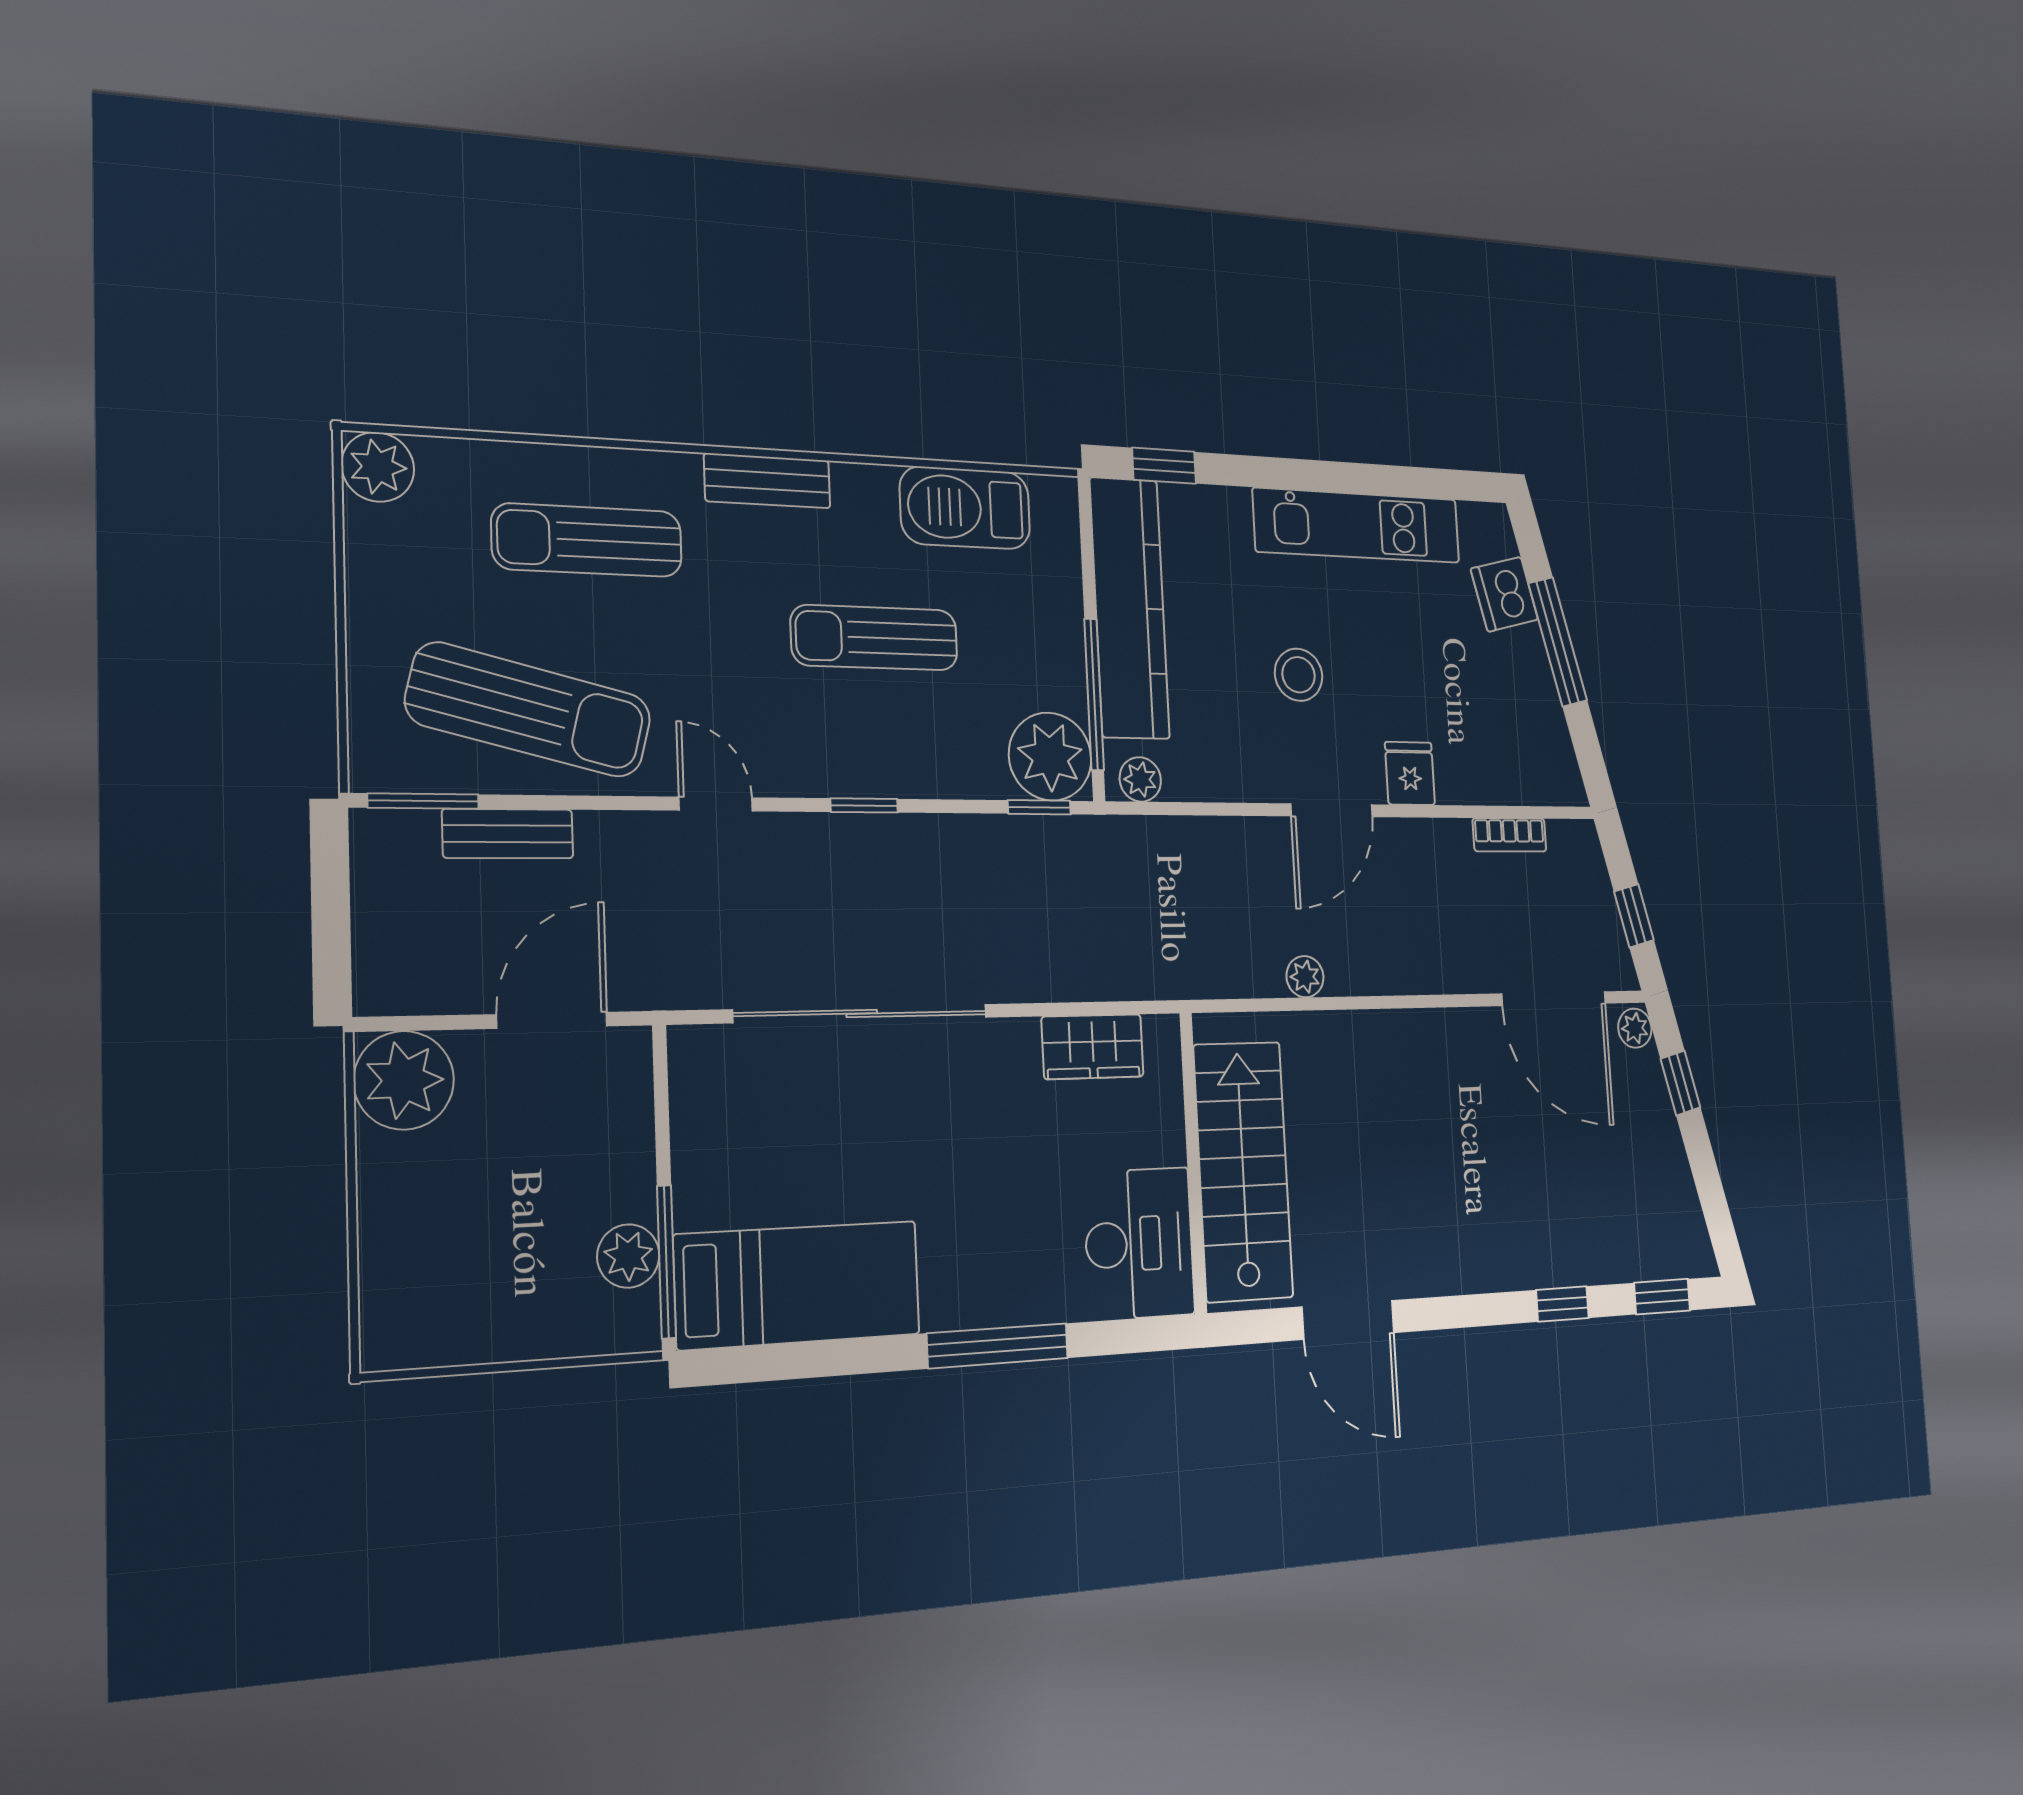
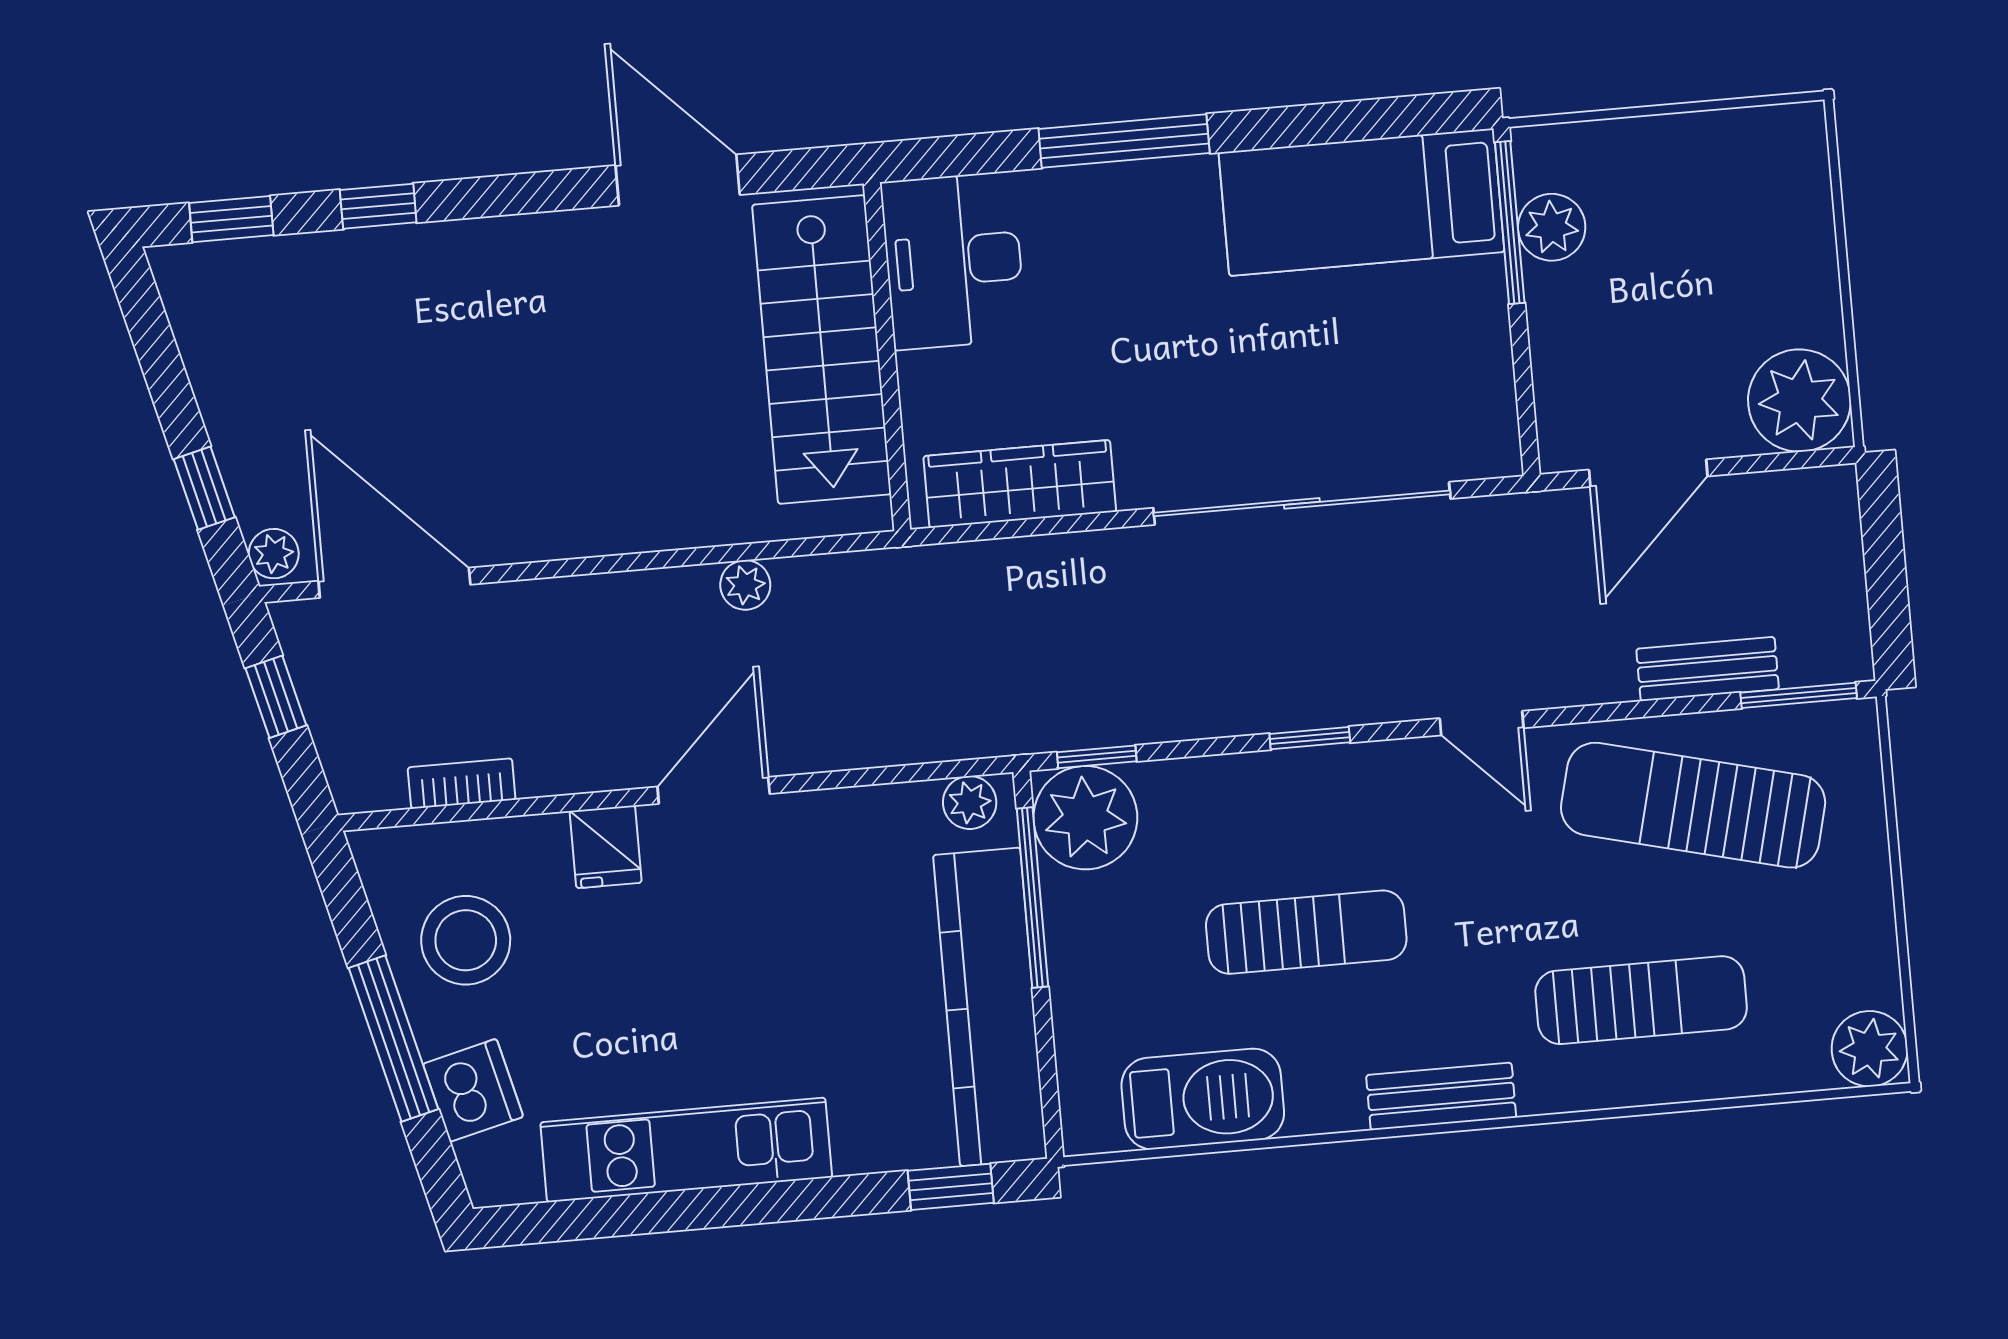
stool: (1299, 675) -> (466, 940), moved, width x1.38, depth x1.38
wardrobe: (1093, 1047) -> (1020, 484), width x1.50

